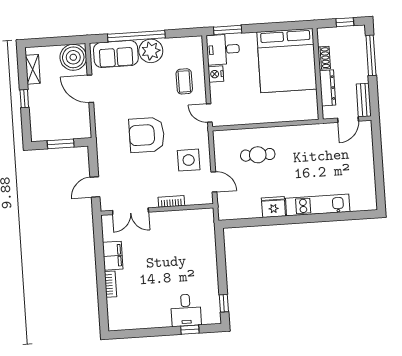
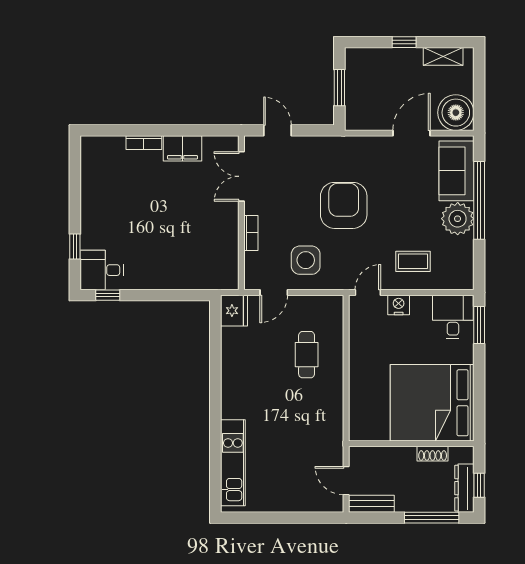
nightstand: (216, 74) -> (399, 305), moved
dresser: (328, 88) -> (464, 488), moved, turned 90
kitchen unit: (318, 205) -> (233, 463), moved
fridge: (273, 207) -> (234, 311), moved
desk: (186, 310) -> (102, 270), moved

